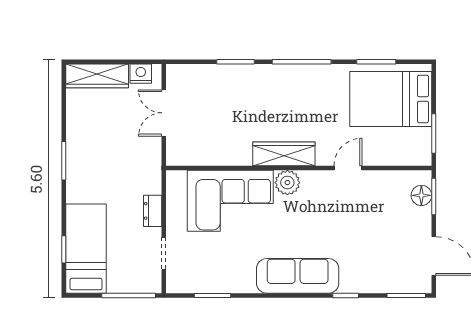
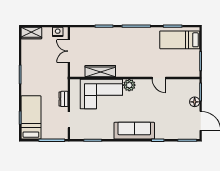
wardrobe: (97, 76) -> (31, 33), width x0.67
bed: (391, 99) -> (180, 40), width x0.67
wardrobe: (284, 154) -> (100, 71), moved
door: (348, 168) -> (159, 78), swing flipped
floor lamp: (421, 195) -> (195, 102), moved

